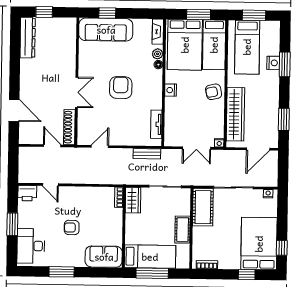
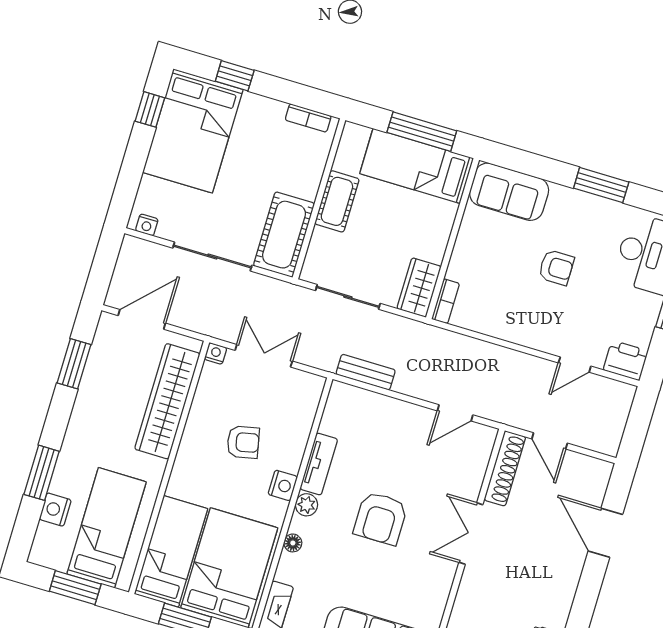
plant: (158, 54) -> (306, 505), moved
nightstand: (273, 63) -> (55, 510), moved
armchair: (214, 92) -> (243, 442), moved
tv unit: (156, 124) -> (319, 464), moved
door: (50, 185) -> (575, 365), swing flipped

